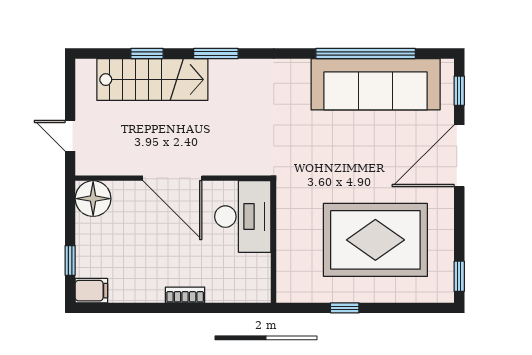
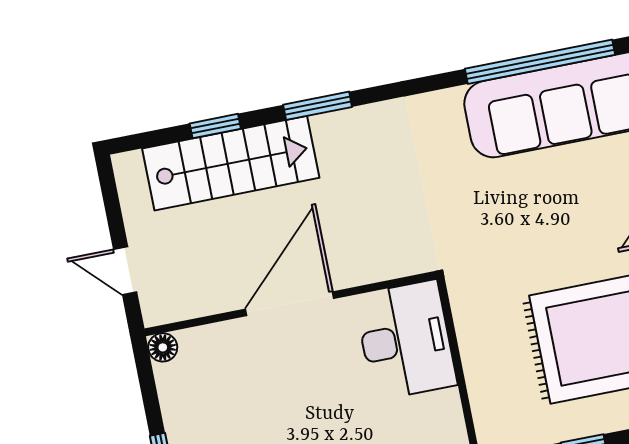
door: (172, 178) -> (290, 304), swing flipped
floor lamp: (93, 199) -> (163, 347), width x0.53, depth x0.53

